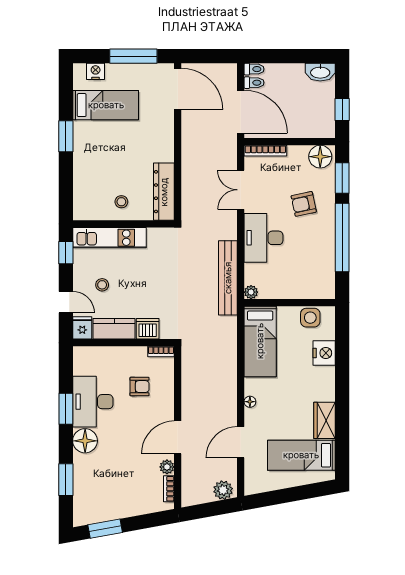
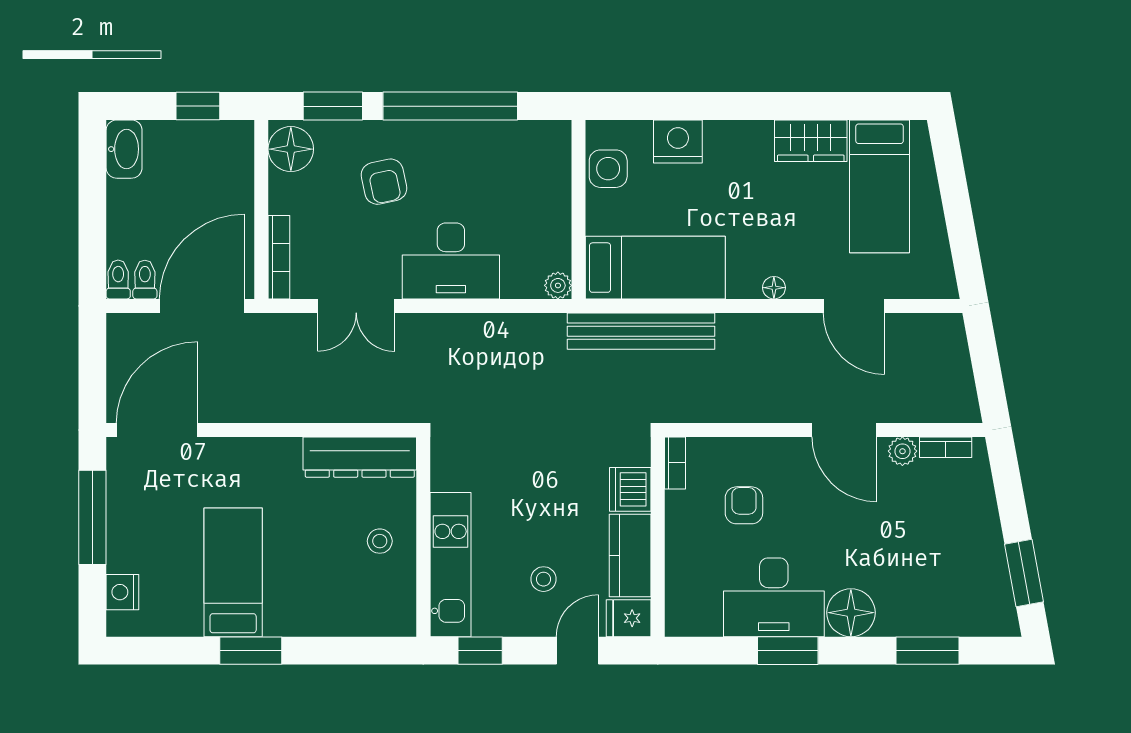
bed: (106, 105) -> (233, 572), moved
bench: (228, 278) -> (641, 331), moved
plant: (223, 490) -> (948, 341), removed

